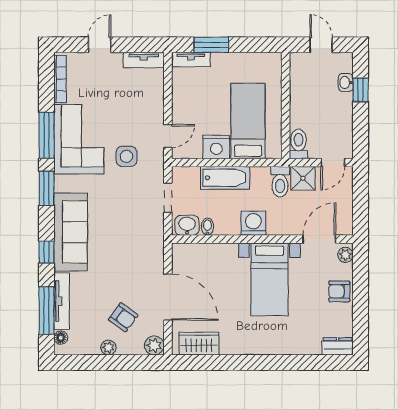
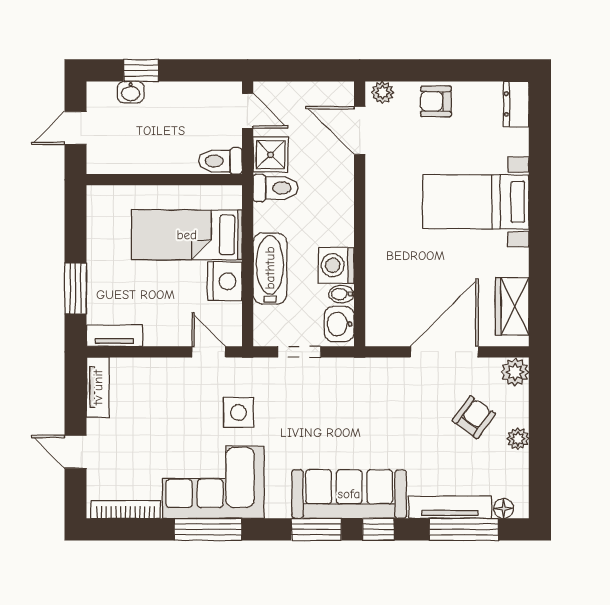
tv unit: (191, 60) -> (114, 336), moved, turned -90
window: (46, 188) -> (316, 529), moved
washing machine: (253, 223) -> (336, 265), moved
bed with nightstands: (269, 279) -> (476, 202), moved, turned 180
armchair: (339, 291) -> (436, 101), turned 90

